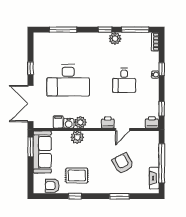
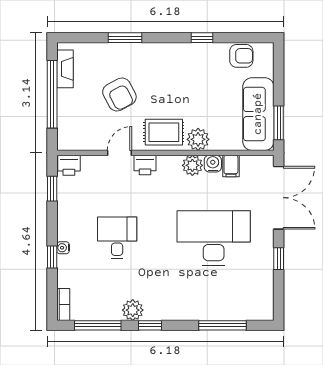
rug: (77, 176) -> (164, 132), moved

